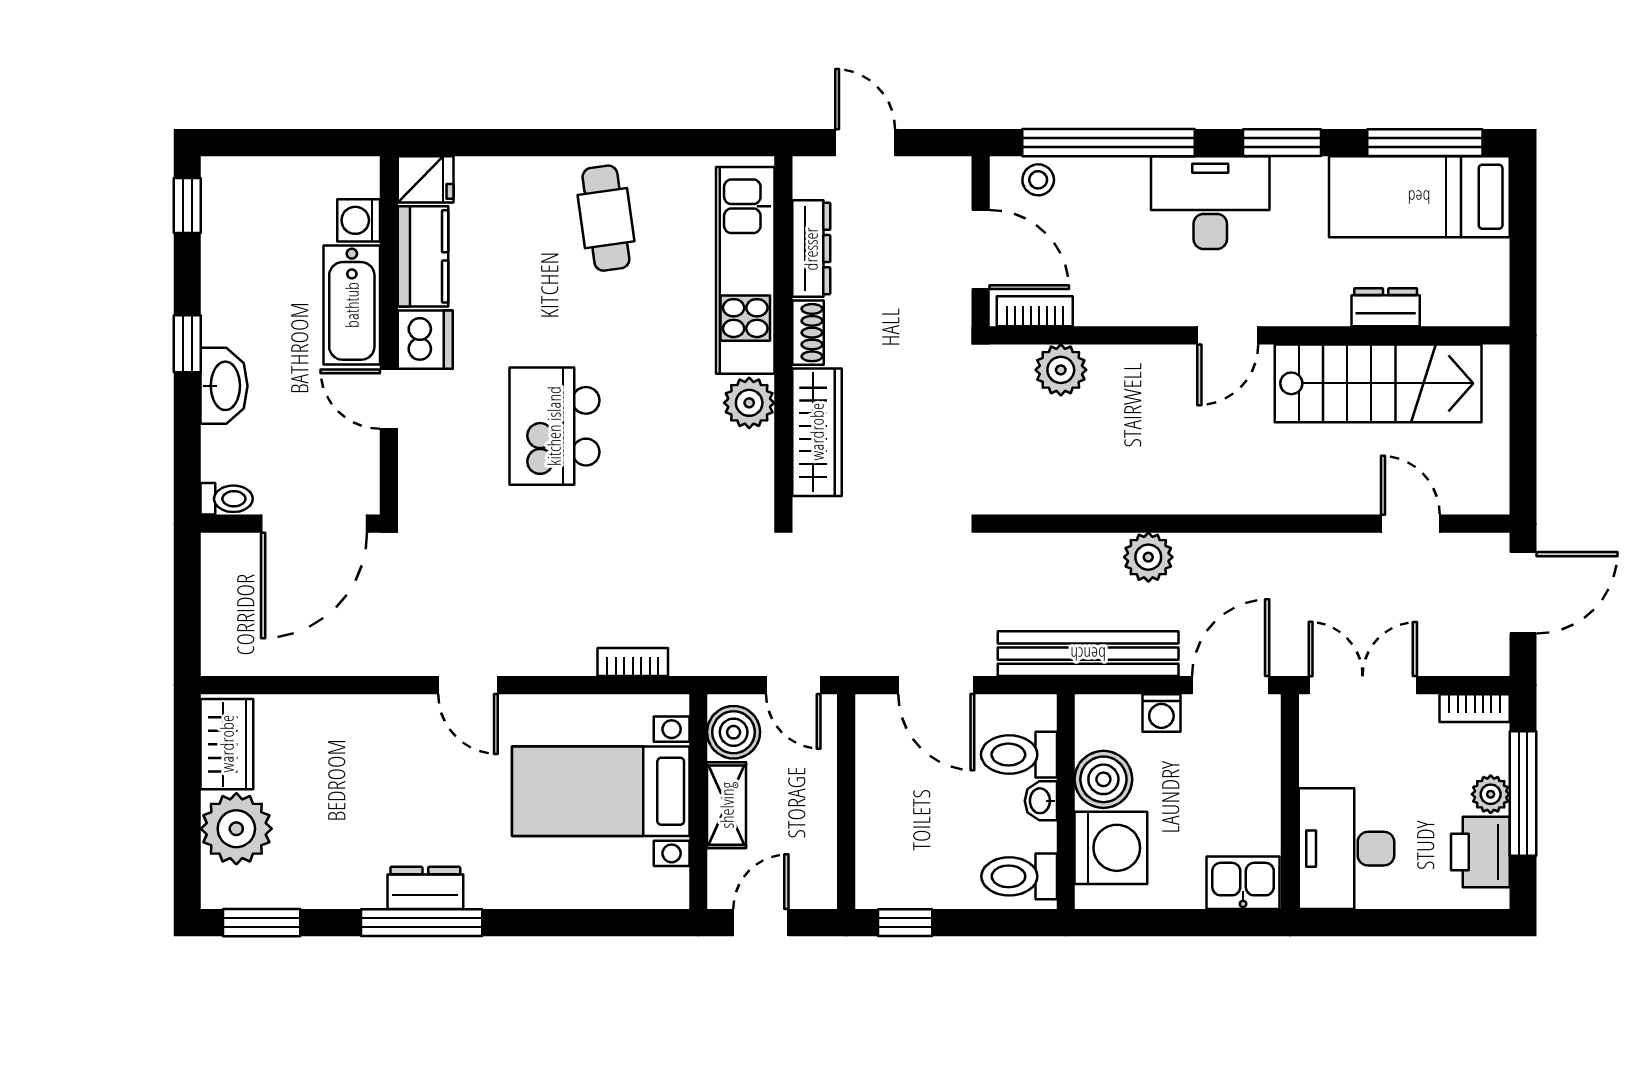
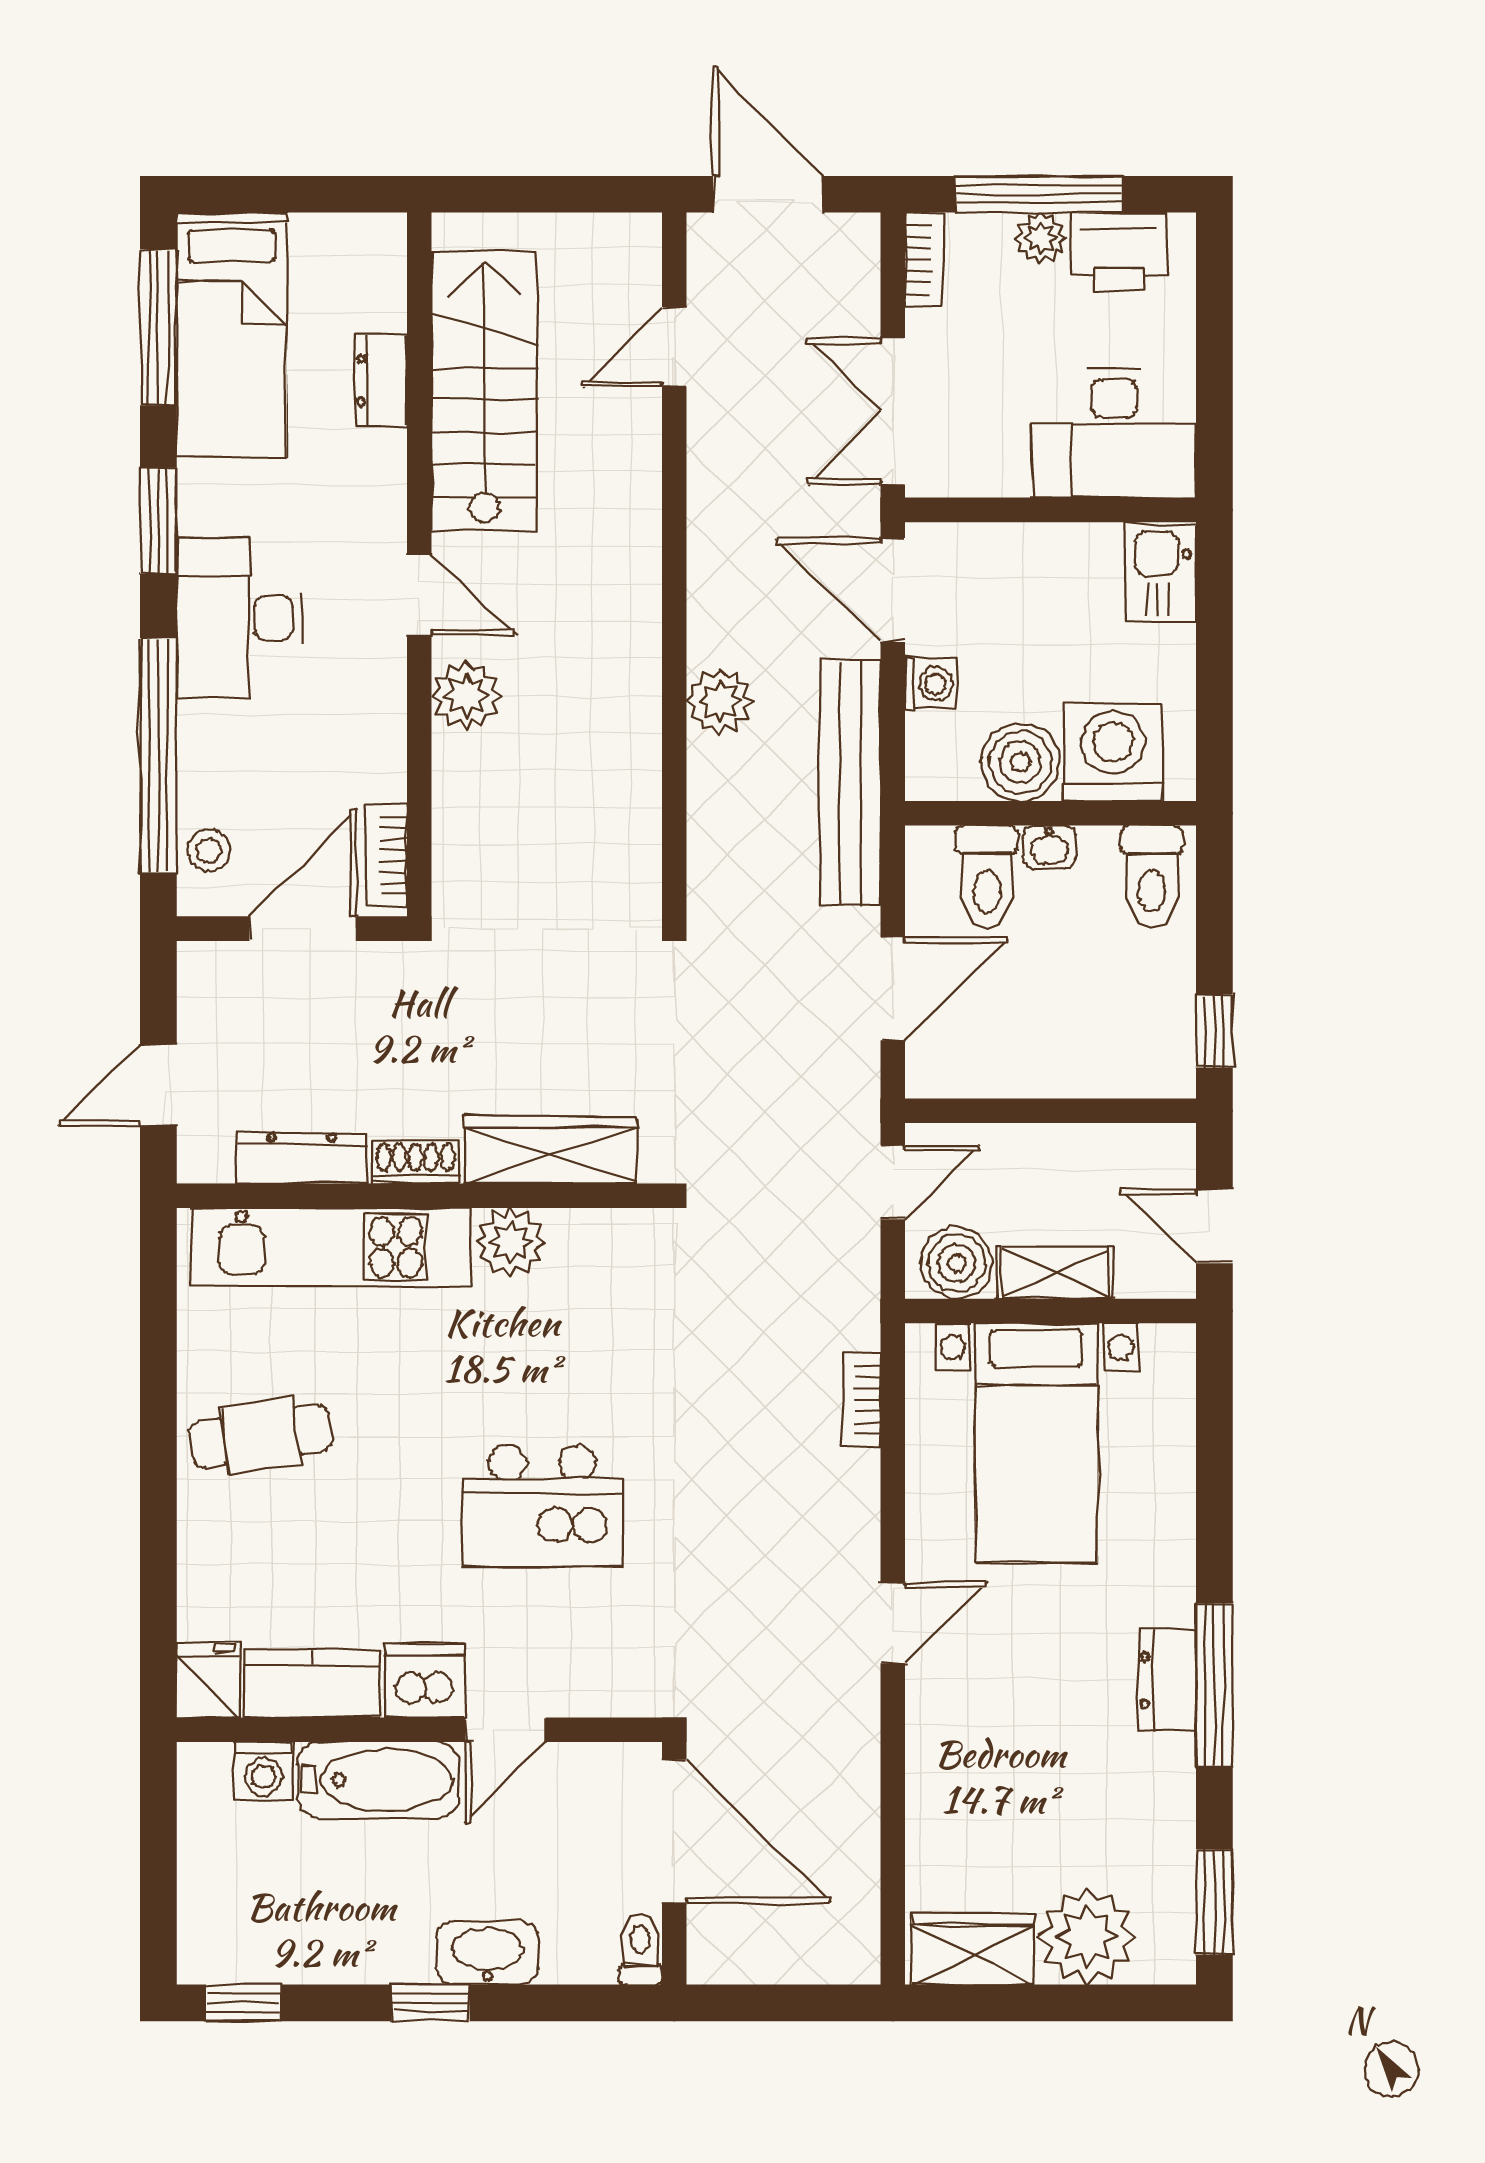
plant: (1061, 370) -> (466, 696), moved

